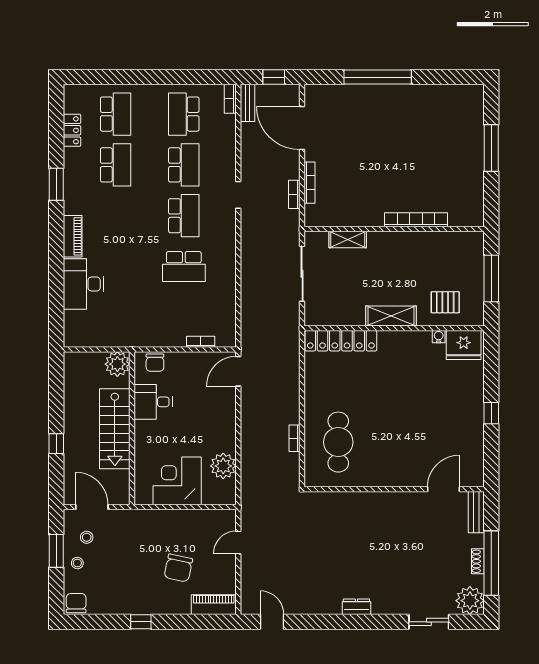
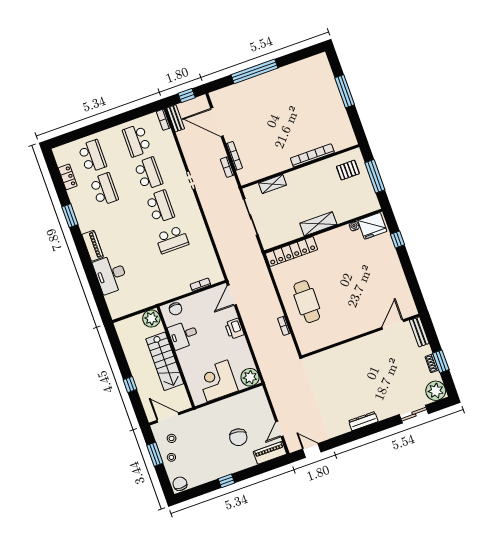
pallet: (445, 302) -> (348, 170), moved
window: (491, 413) -> (397, 239), moved
printer: (225, 418) -> (234, 329), added
cafe table: (338, 442) -> (307, 302), moved
plant: (223, 466) -> (250, 377), moved
door: (238, 543) -> (279, 429), moved
window: (491, 563) -> (441, 361), width x0.47
dresser: (356, 607) -> (363, 421), width x1.44

